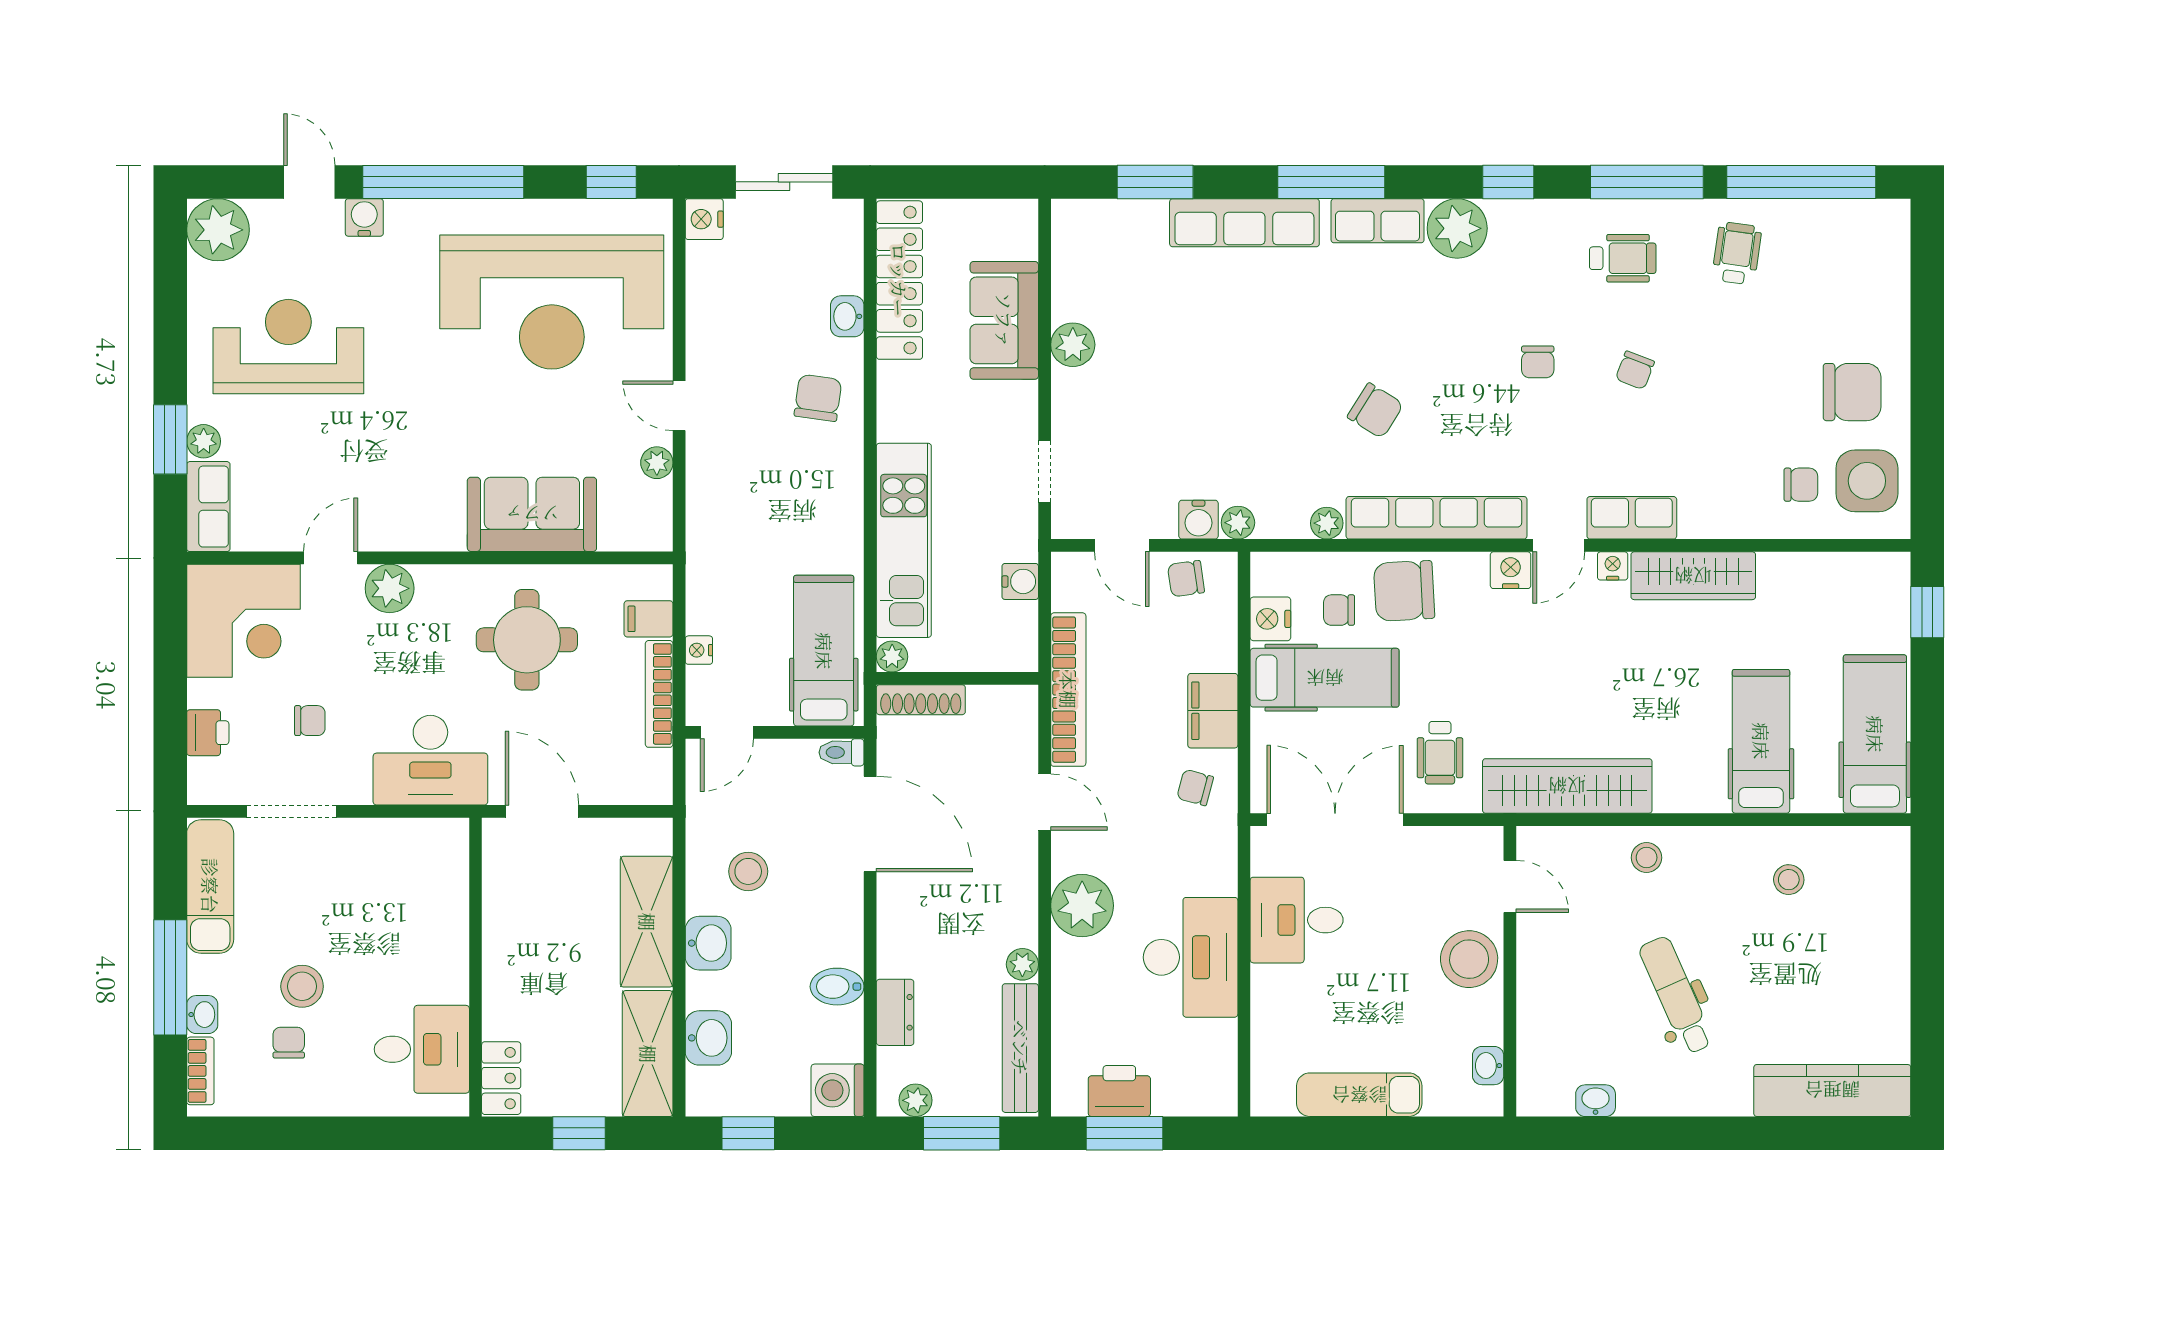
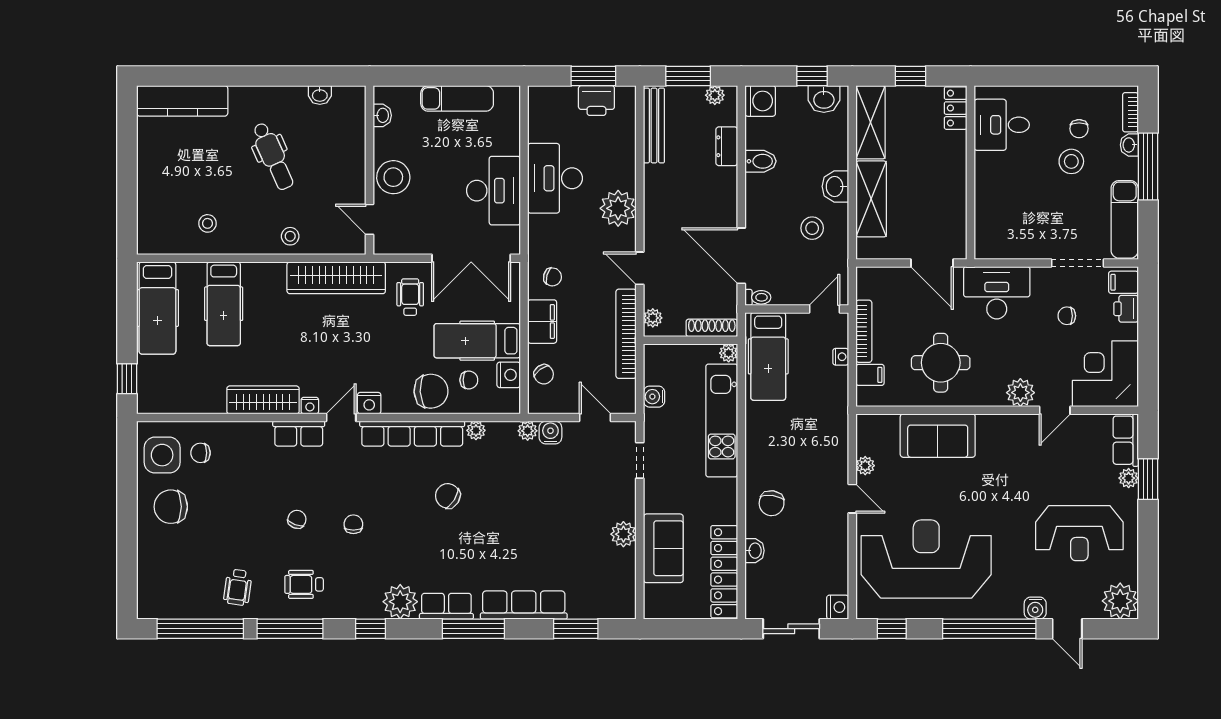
chair: (1186, 579) -> (544, 374), moved, turned 61
filing cabinet: (212, 778) -> (1123, 282), added
desk: (1297, 920) -> (493, 191), width x1.37
plant: (1022, 964) -> (653, 318), moved
washbasin: (708, 1038) -> (824, 99), moved, turned -90

